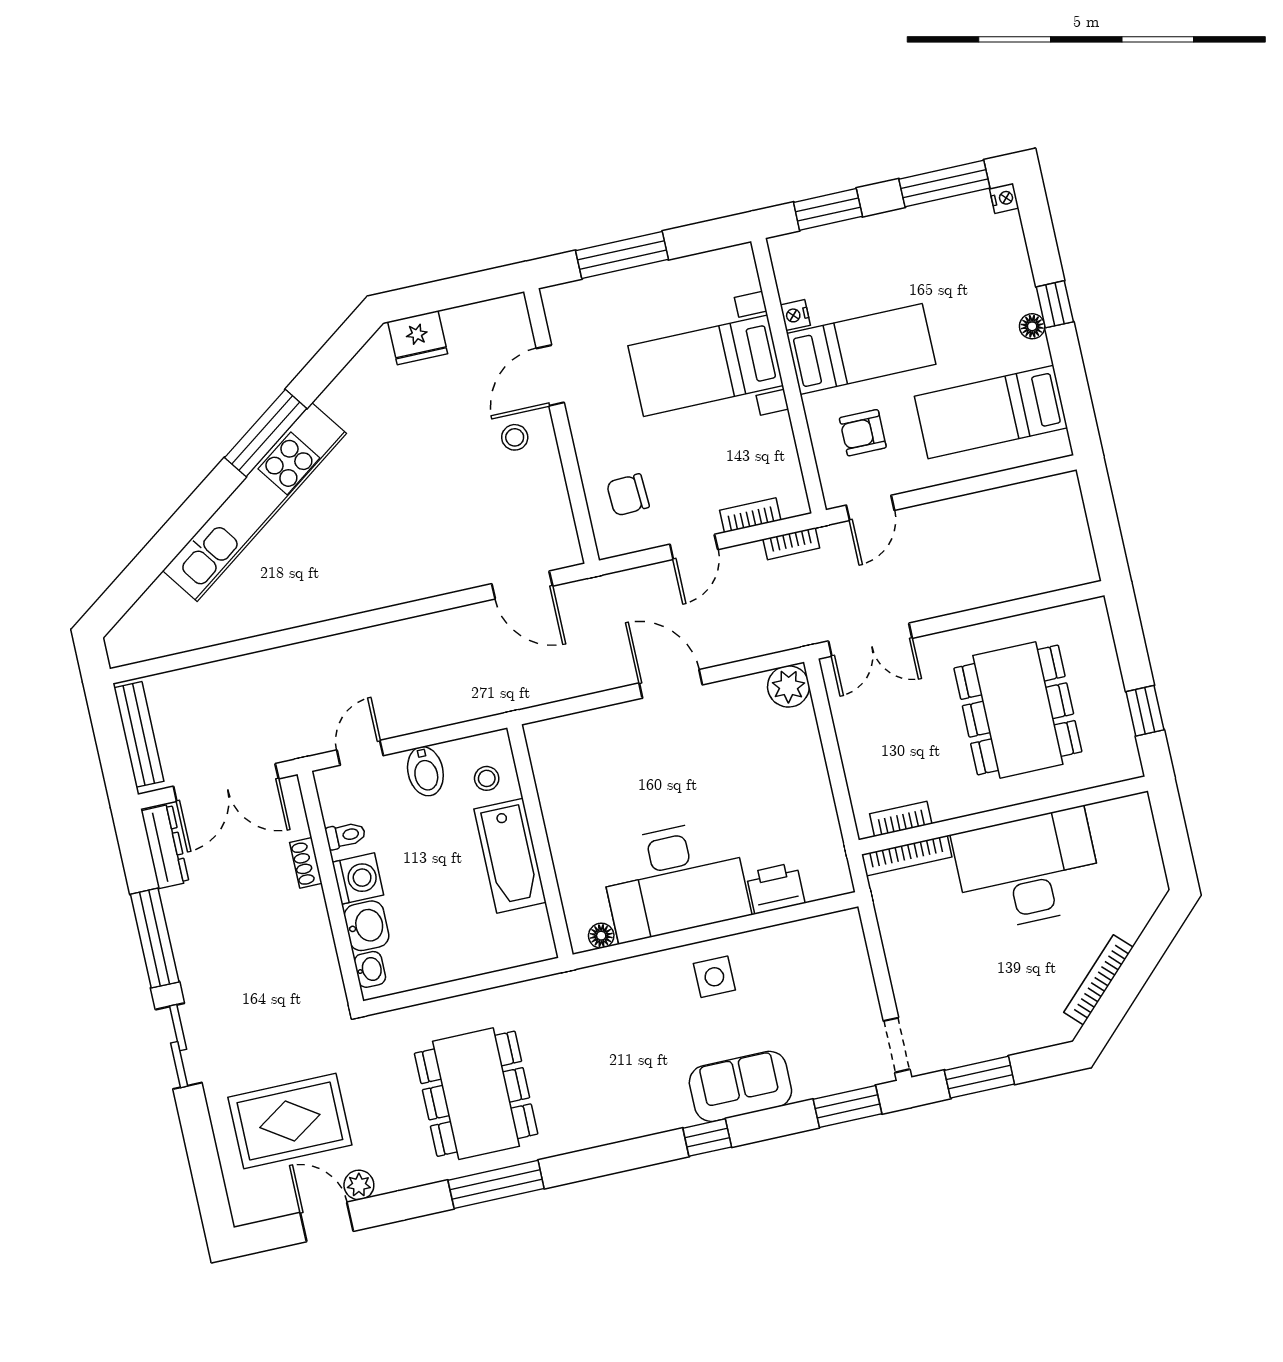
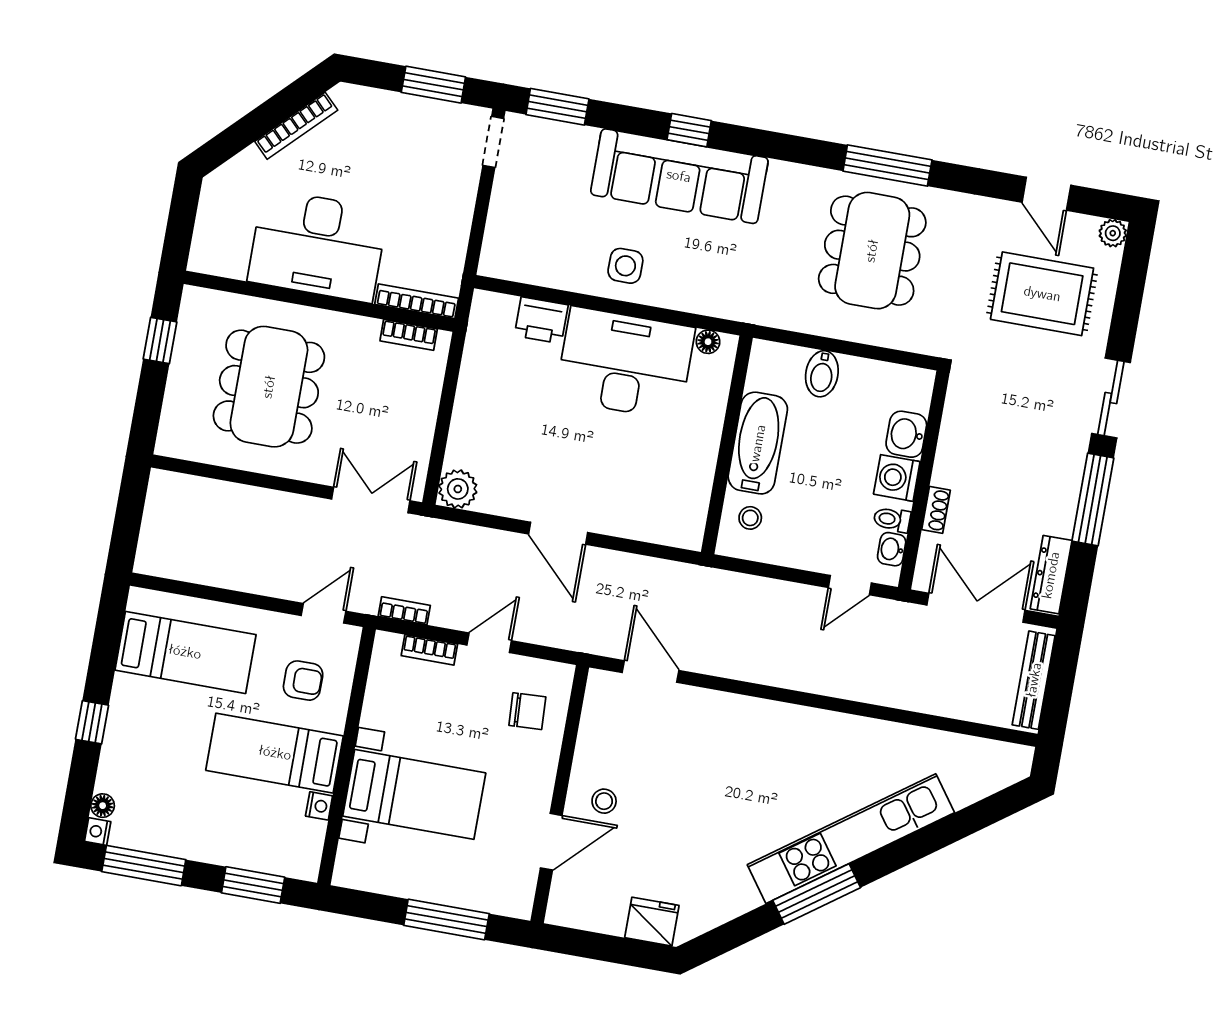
floor lamp: (1032, 326) -> (103, 806), moved
bidet: (425, 771) -> (822, 374), moved, turned 180
washbasin: (370, 969) -> (892, 549), moved
sofa: (740, 1086) -> (679, 176), width x1.85, depth x1.27
plant: (359, 1185) -> (1113, 233), moved

